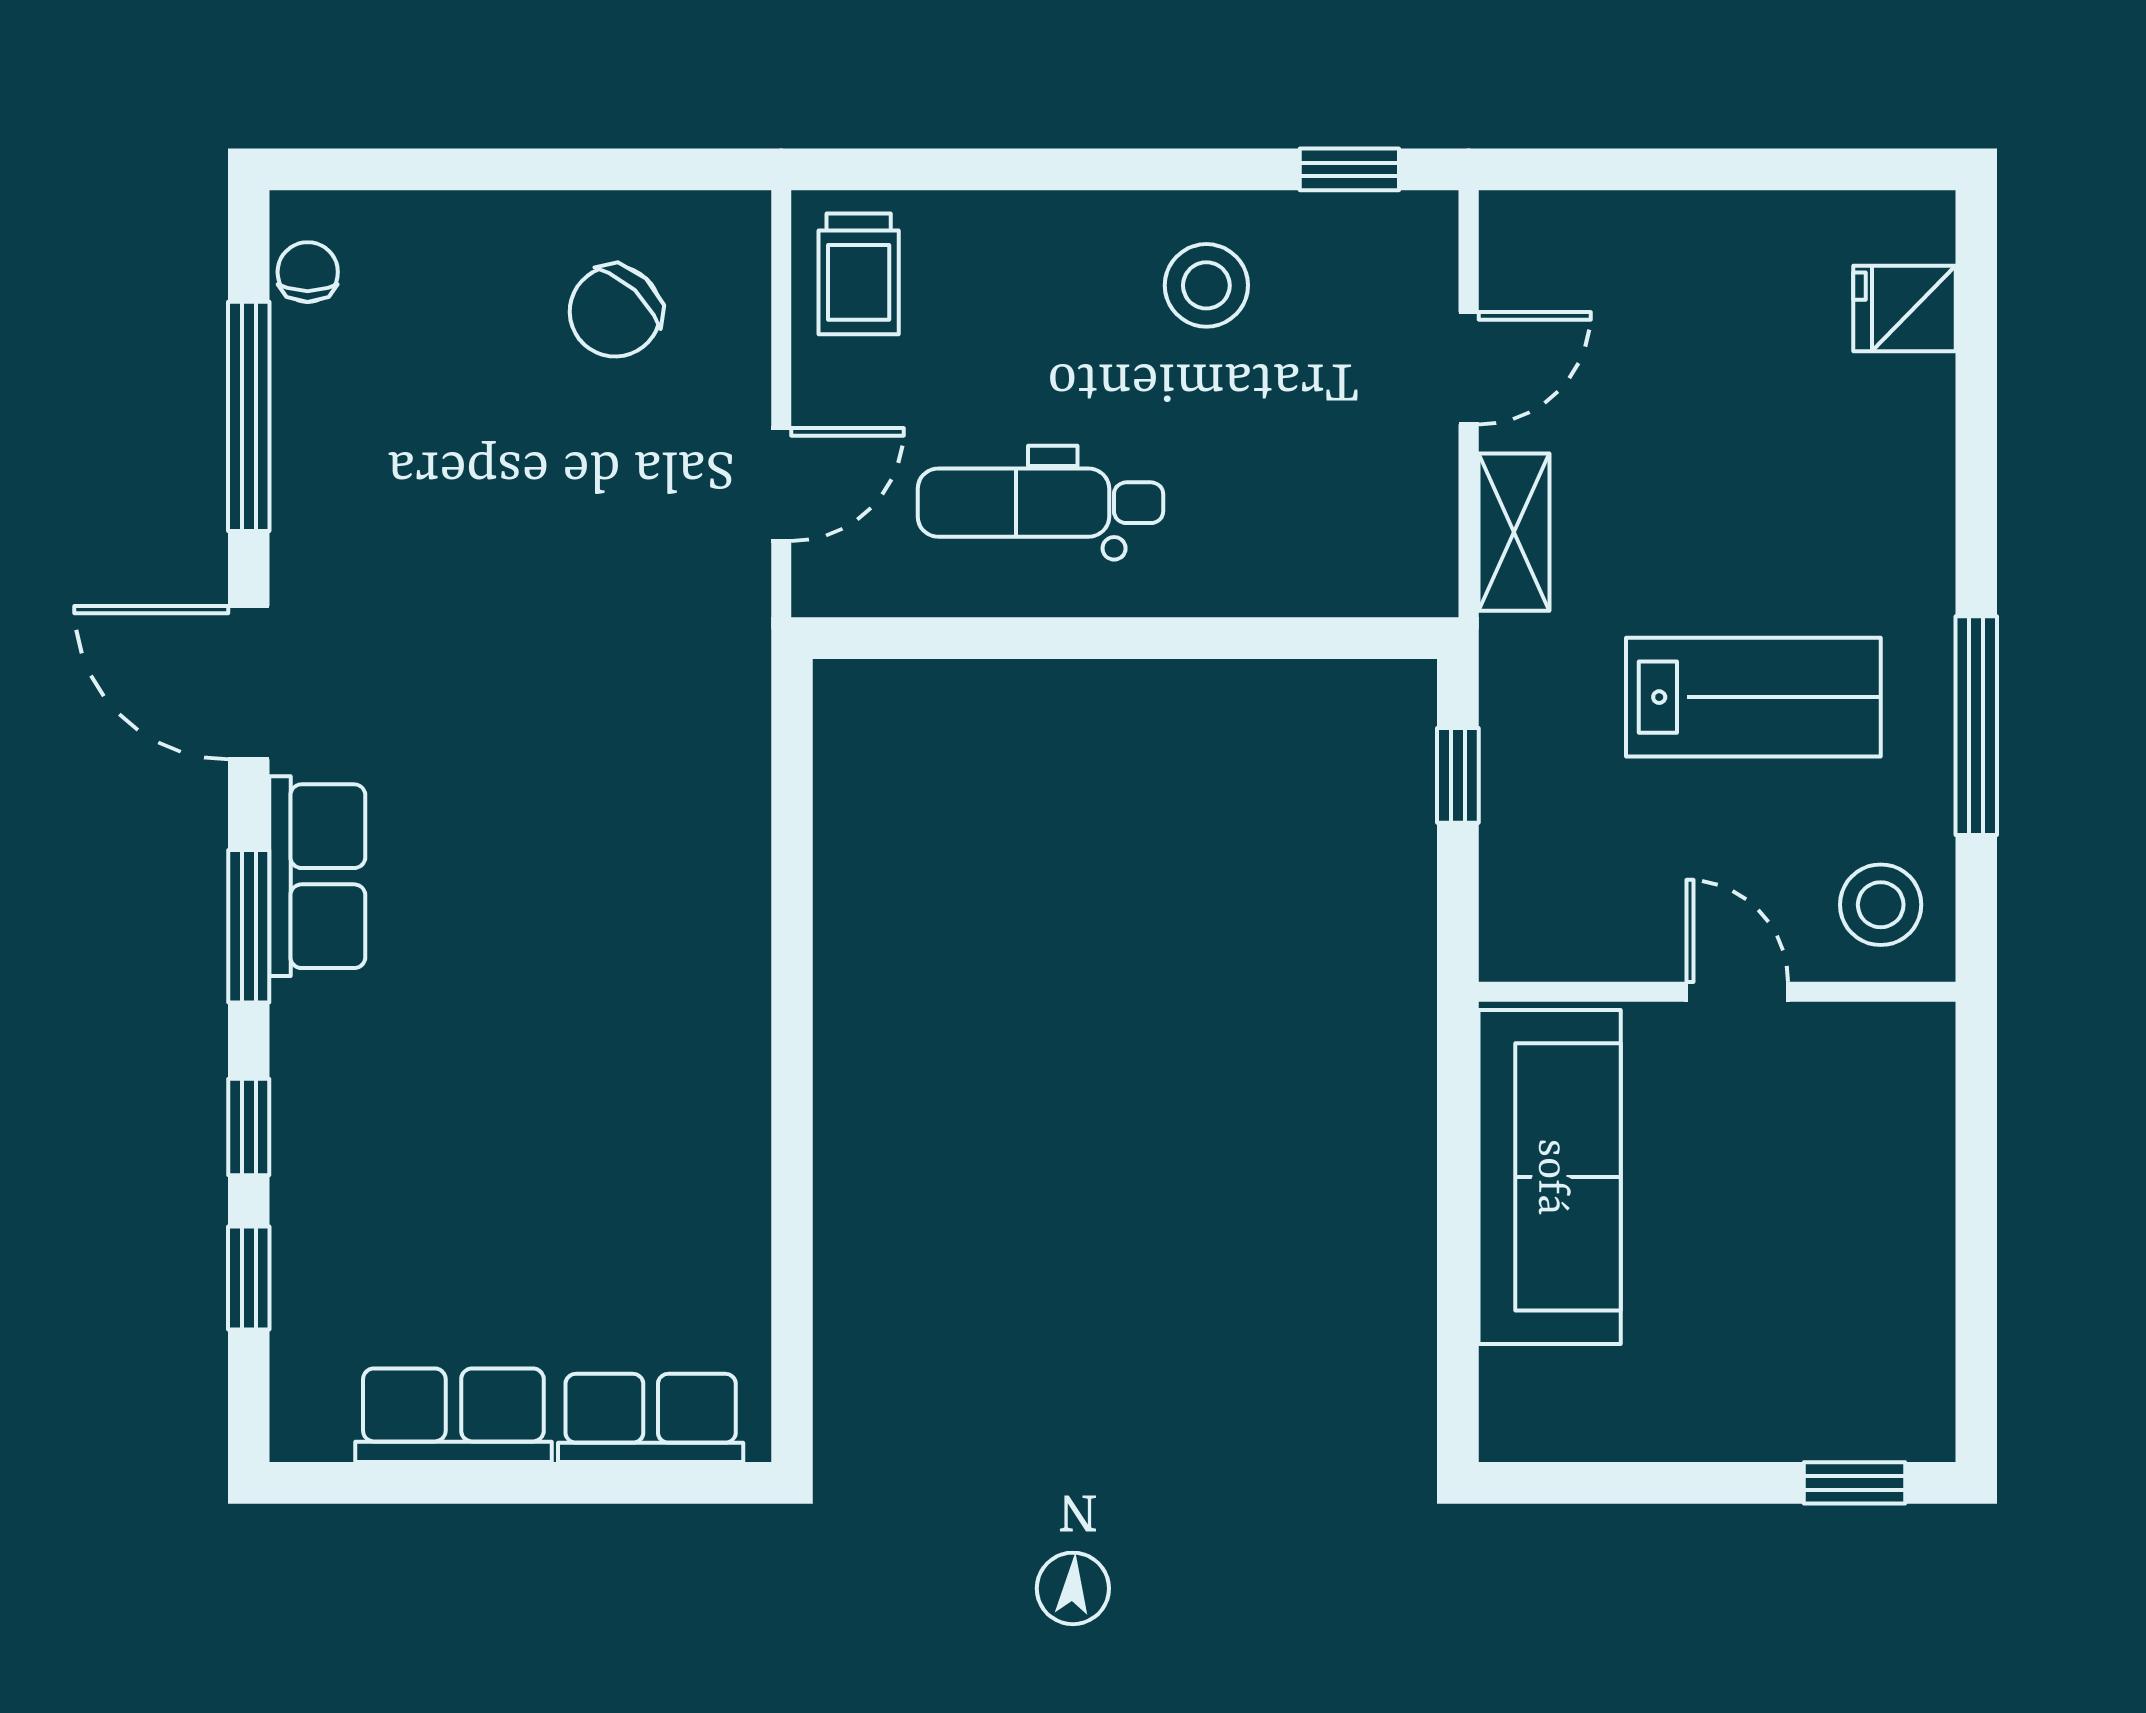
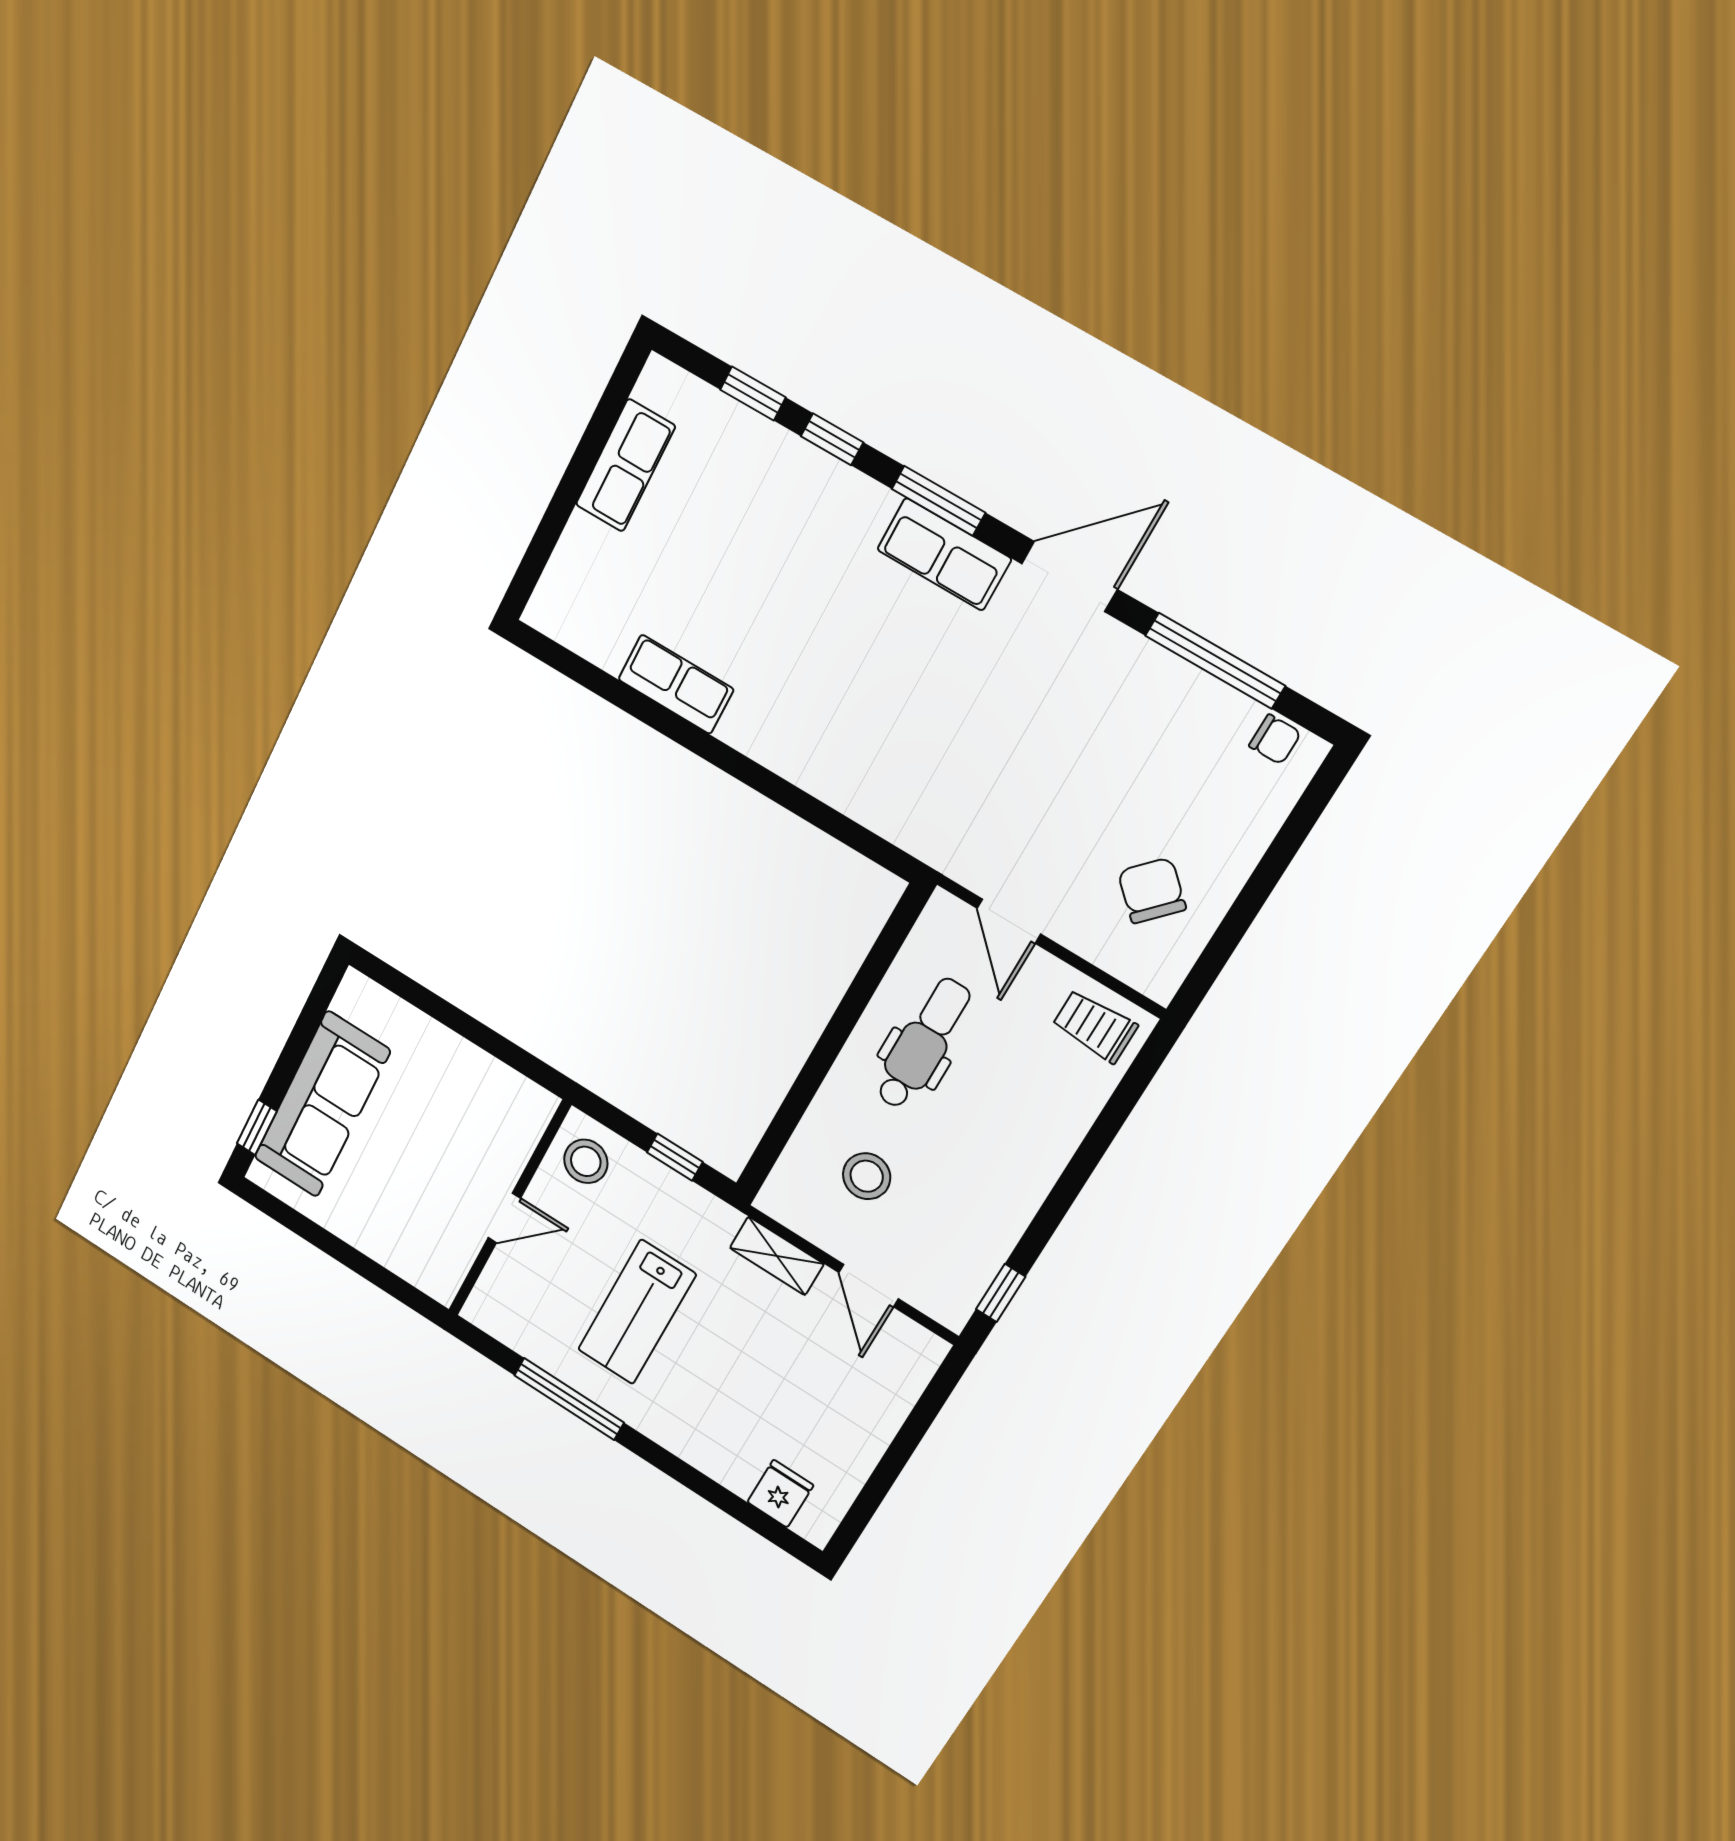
stool: (1206, 285) -> (867, 1176), moved
stool: (1881, 905) -> (586, 1161), moved
sofa: (1550, 1177) -> (322, 1104), moved, turned -90
row of seats: (651, 1418) -> (676, 684), moved, turned -90

